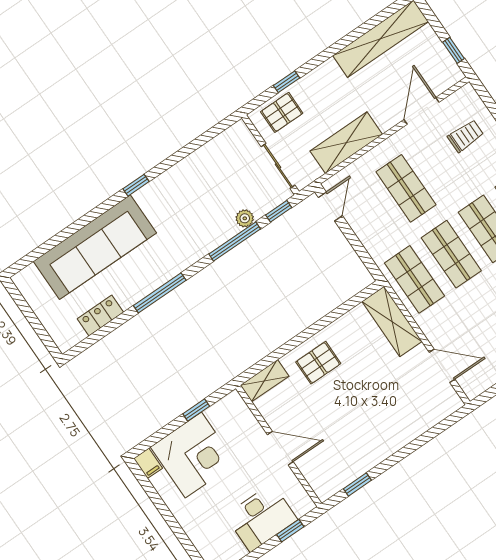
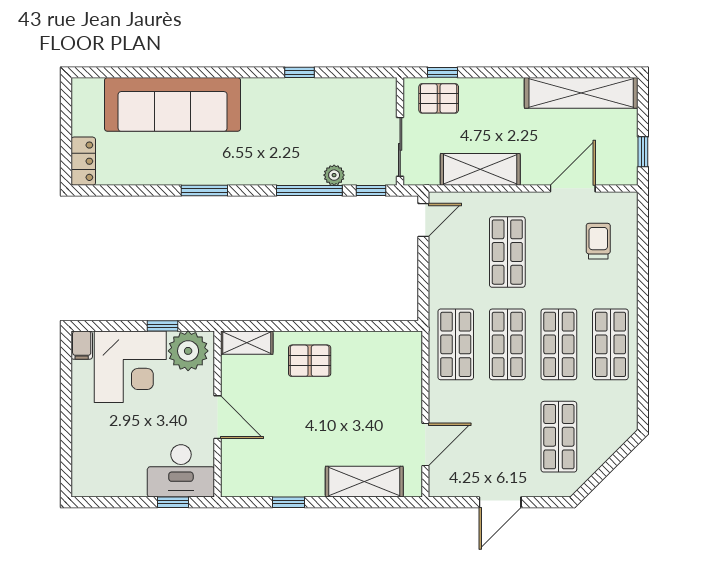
window: (287, 82) -> (442, 72), moved
trolley: (466, 136) -> (598, 241), turned -90
window: (136, 185) -> (299, 72), moved
window: (160, 293) -> (204, 191), width x0.69
locker: (100, 316) -> (83, 161), moved, turned 90
shelving: (392, 322) -> (364, 482), moved, turned 90
door: (442, 366) -> (425, 445), hinge flipped
plant: (227, 415) -> (188, 351), added
window: (357, 484) -> (288, 502), moved
desk: (261, 518) -> (181, 471), moved

